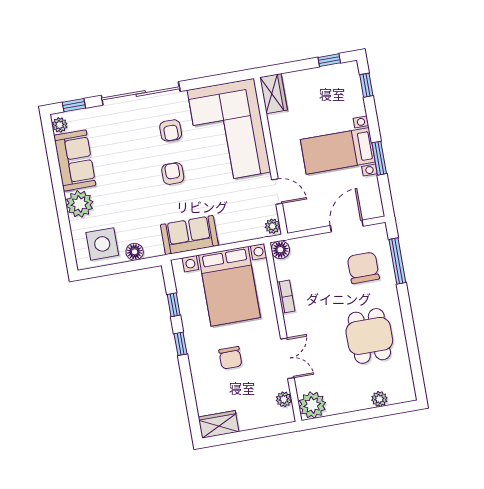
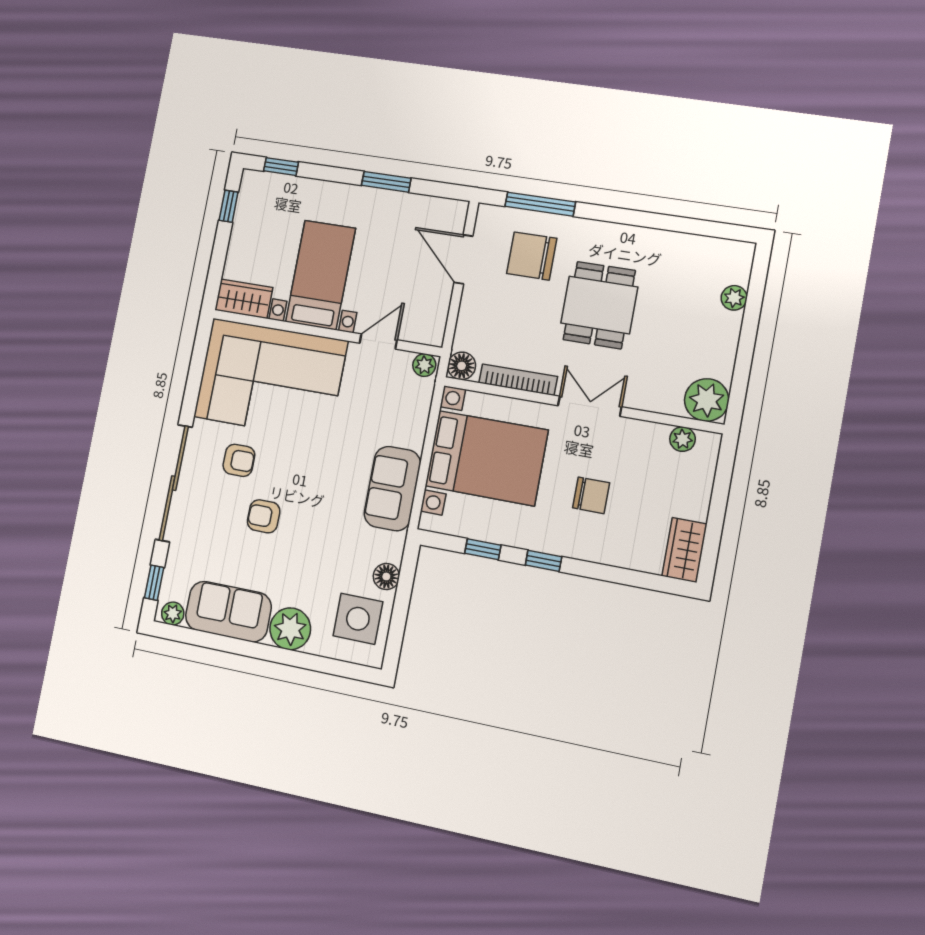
bed with nightstands: (338, 151) -> (321, 275), moved, turned 180
armchair: (173, 174) -> (264, 516), moved
bookcase: (286, 297) -> (518, 380), width x1.56
dining table: (369, 336) -> (599, 305), moved, turned 90
double door: (287, 358) -> (590, 406), moved

